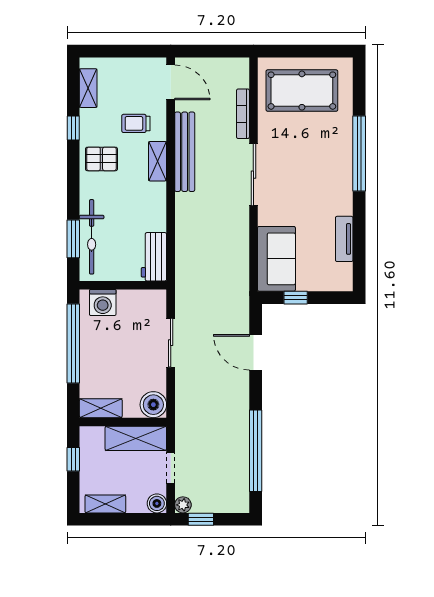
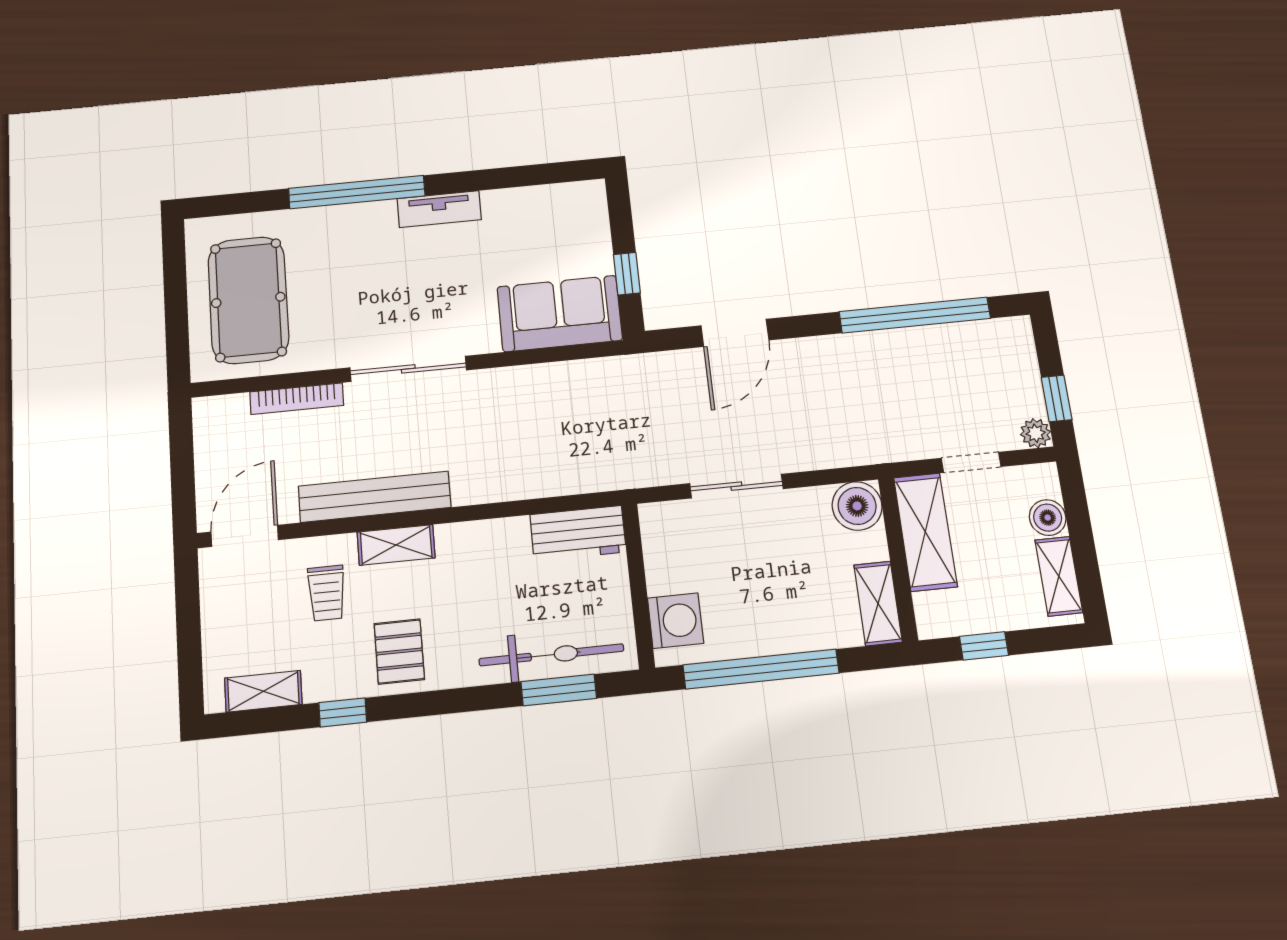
tv unit: (344, 239) -> (439, 209), moved
boiler: (157, 503) -> (1048, 518), moved

